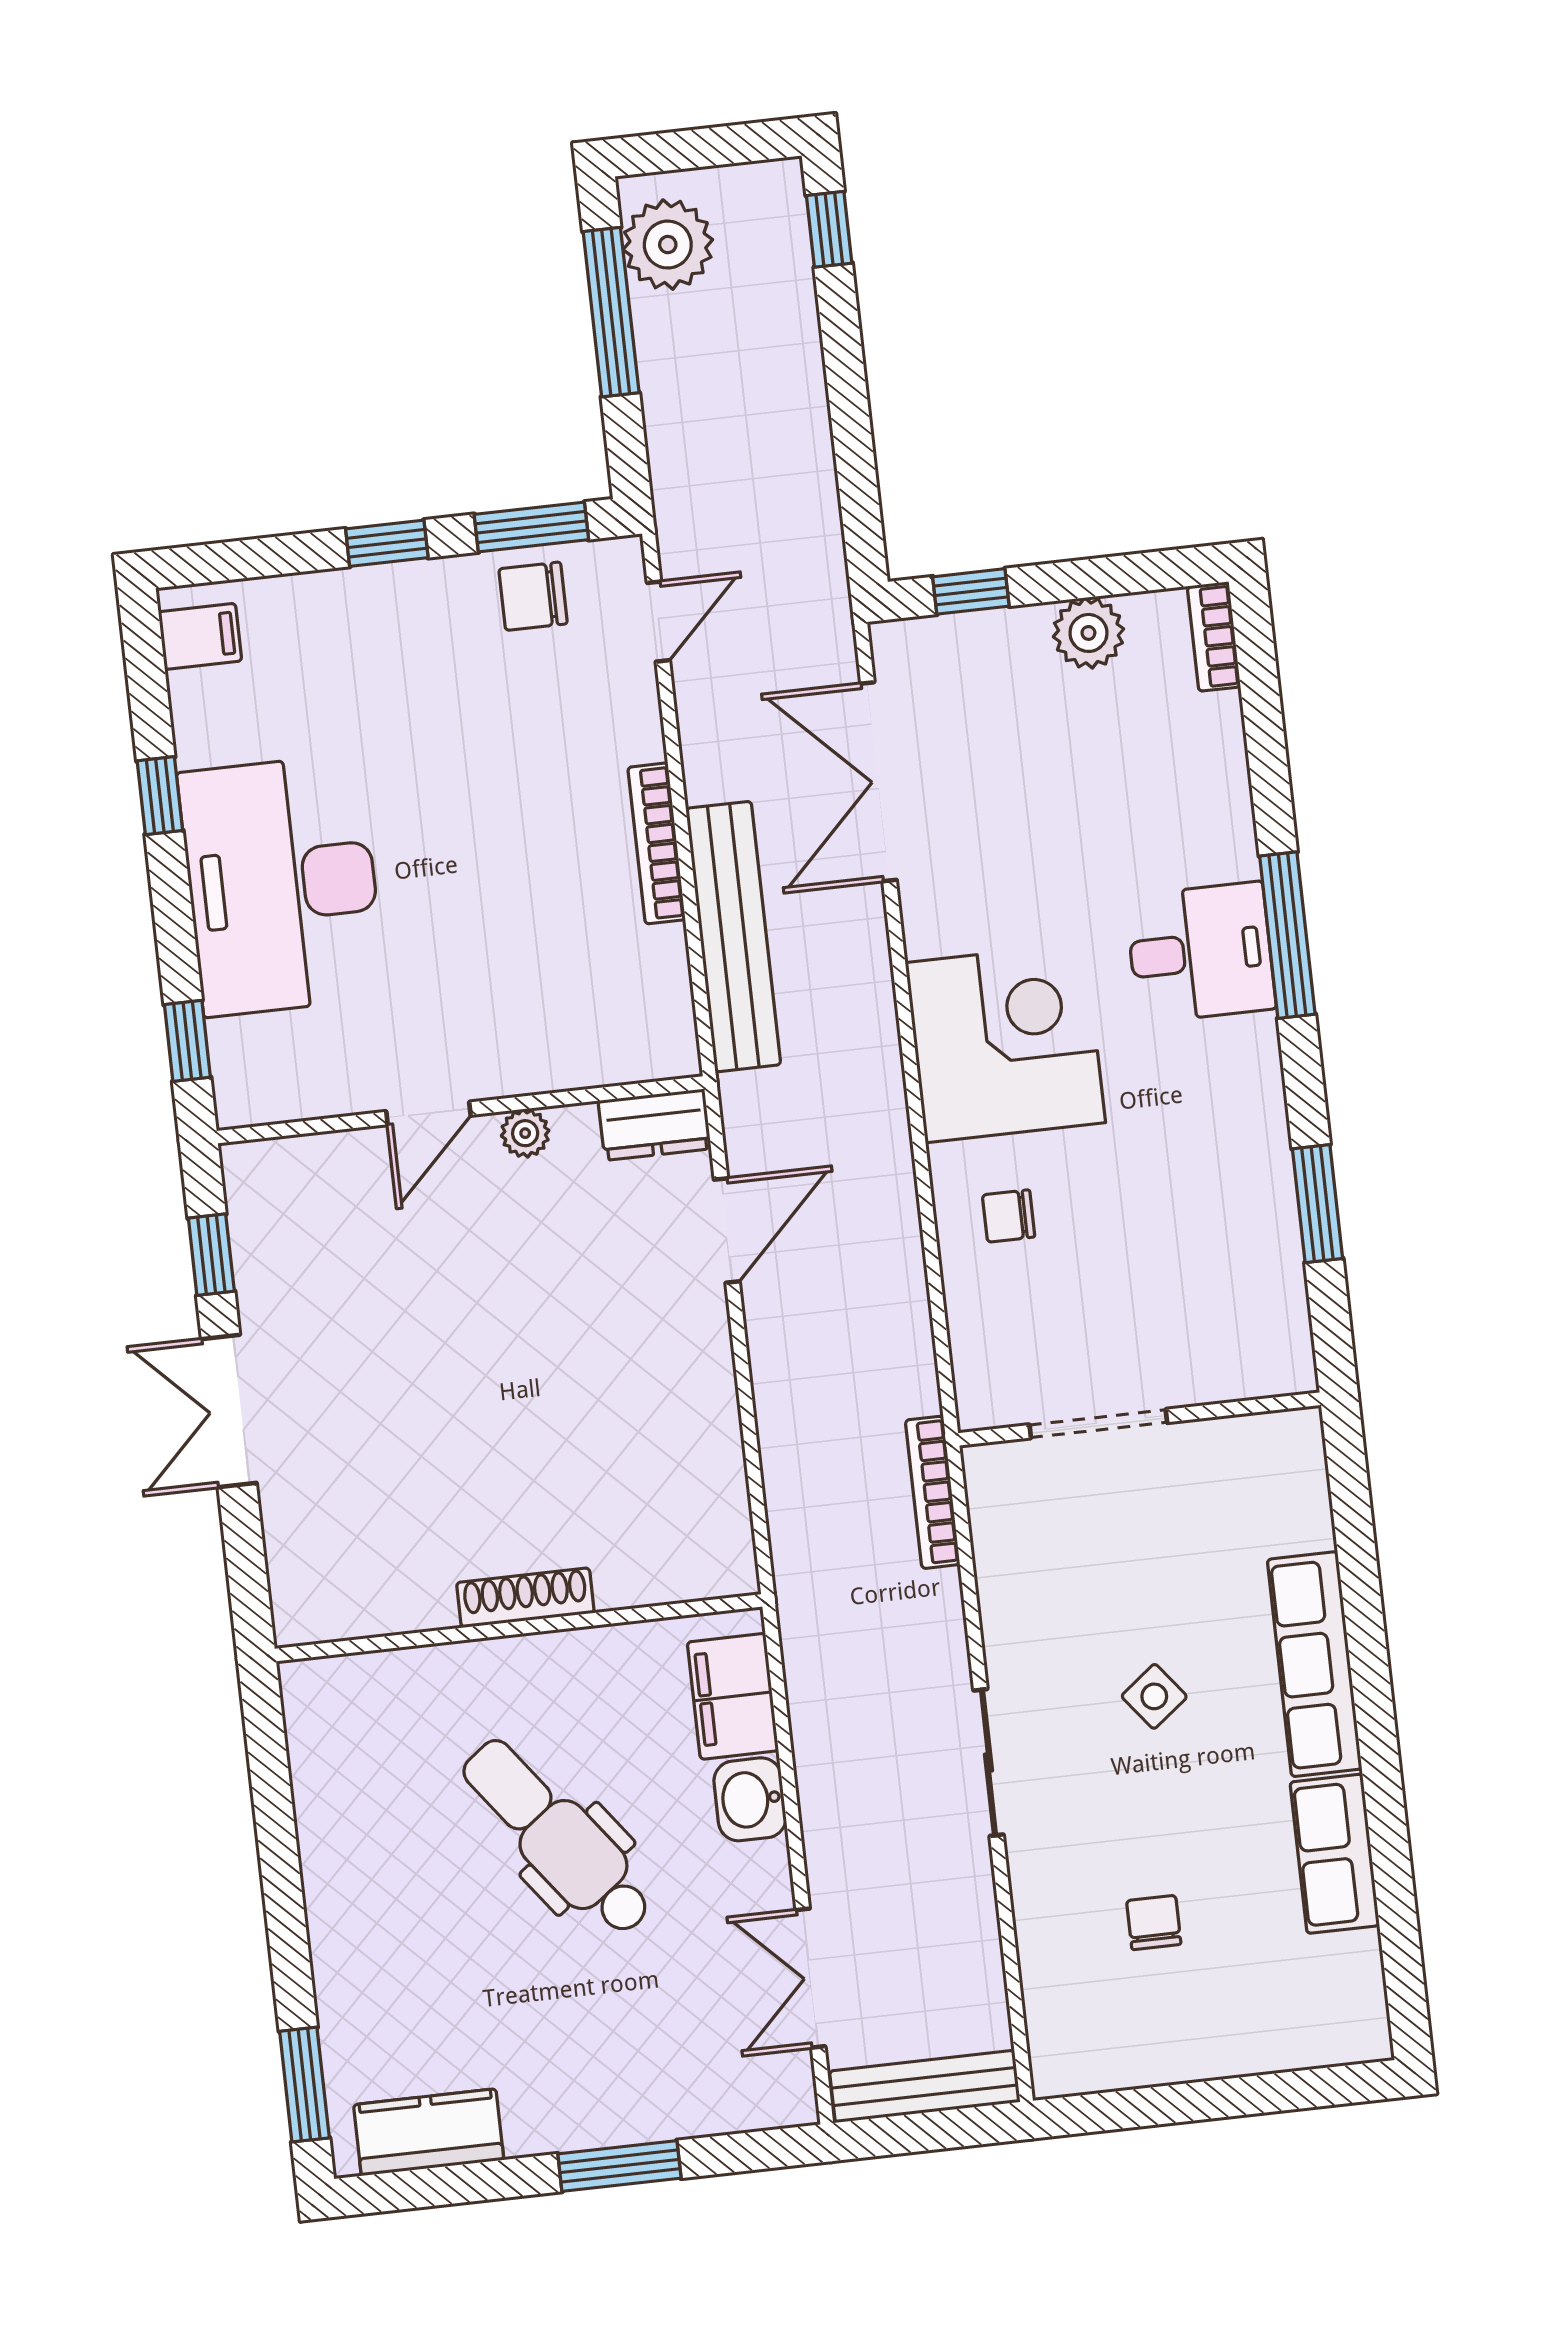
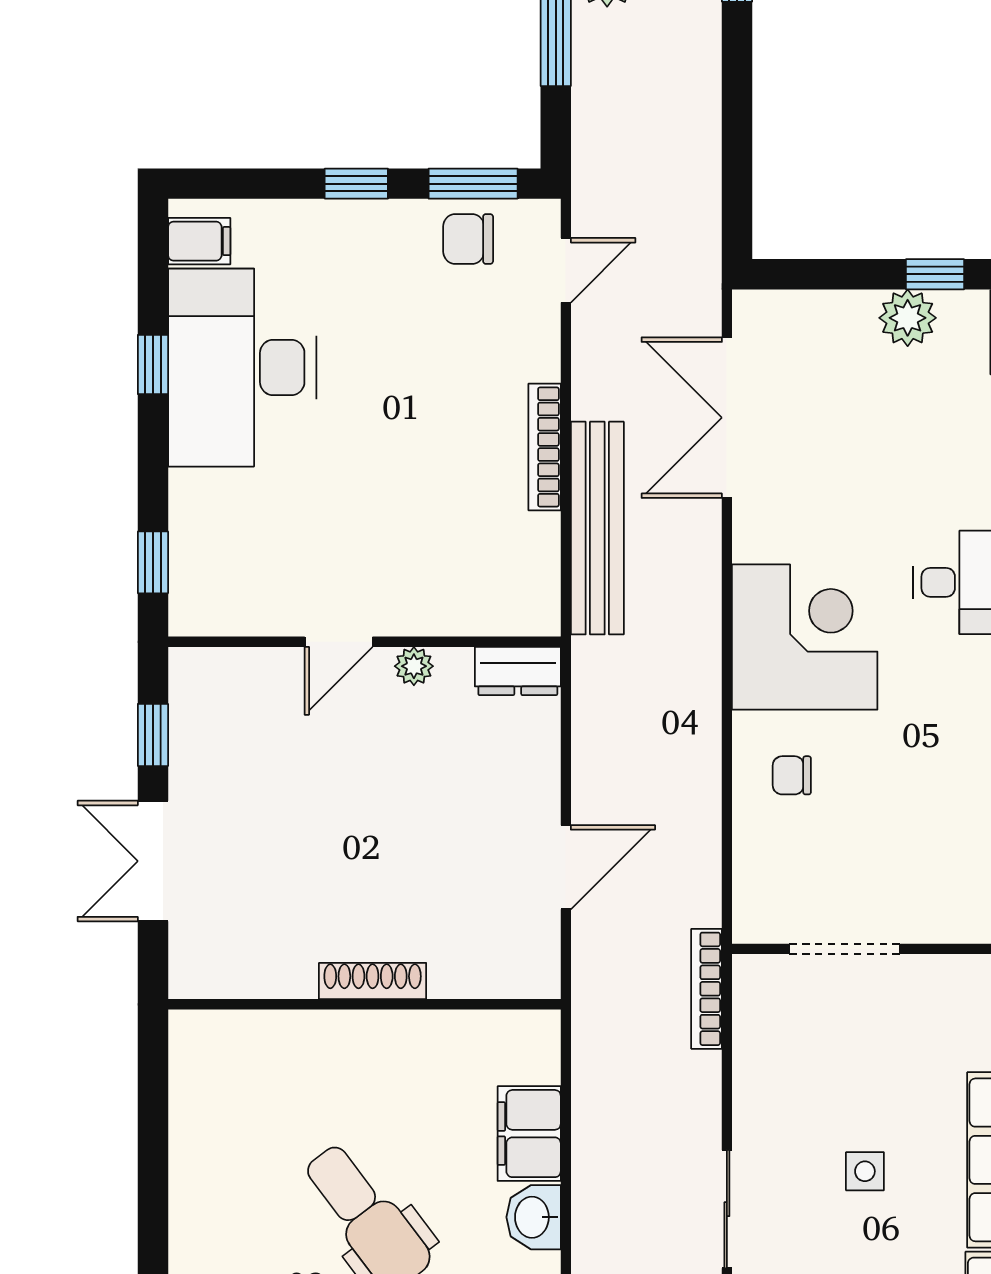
window: (971, 591) -> (935, 274), moved
desk: (282, 885) -> (242, 368), moved
door: (727, 1230) -> (566, 867), moved
shoe rack: (525, 1598) -> (373, 981), moved
wall: (519, 1628) -> (364, 1004), moved
side table: (1154, 1696) -> (865, 1171), turned 38

